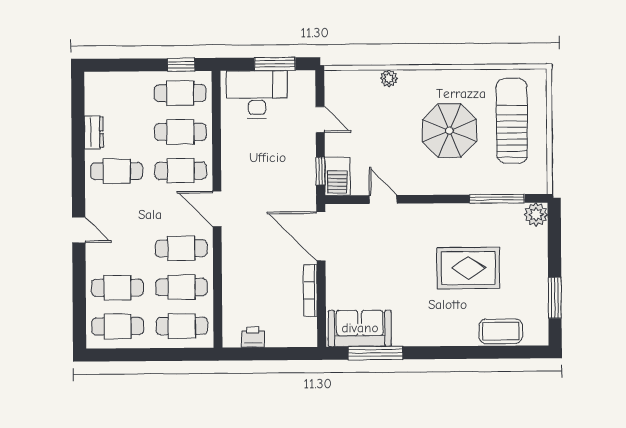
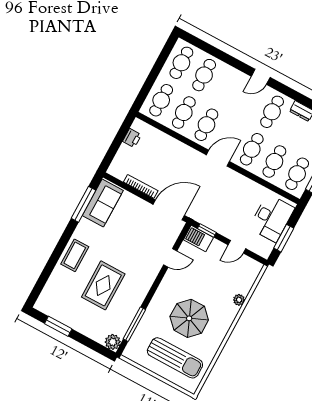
door: (79, 230) -> (261, 77), moved
coffee table: (501, 331) -> (75, 255), moved

